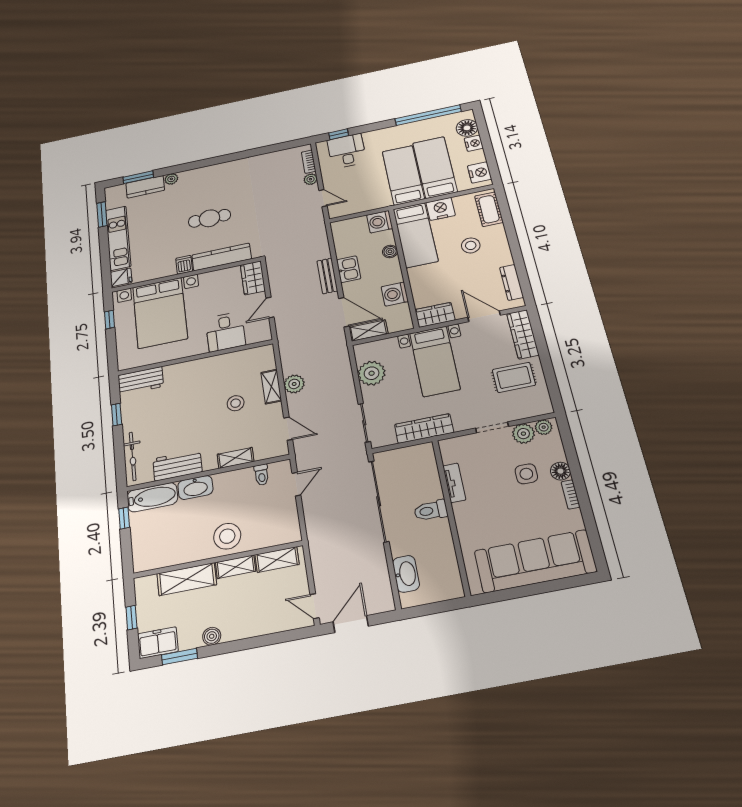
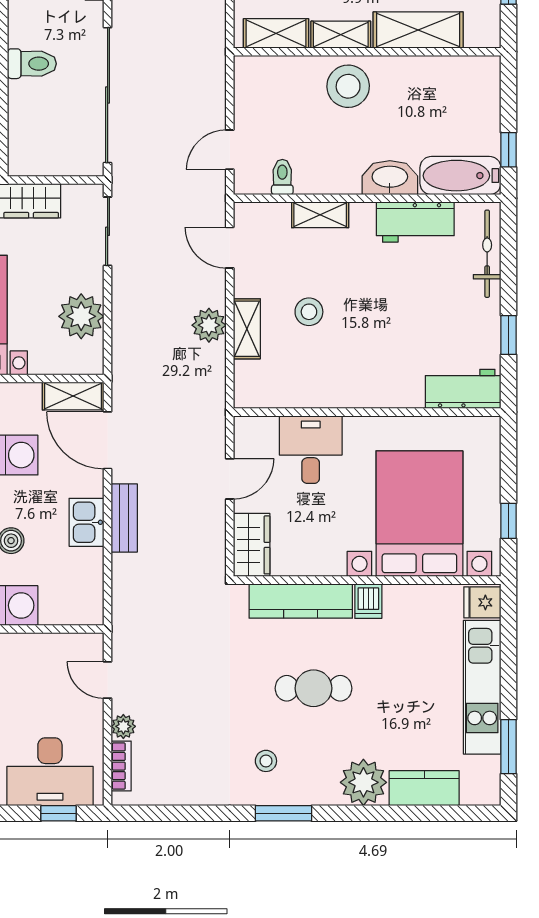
desk: (347, 151) -> (50, 772), width x1.37
window: (138, 177) -> (283, 813), moved
plant: (171, 179) -> (363, 782), width x1.88, depth x1.88
stool: (231, 181) -> (266, 761), added

